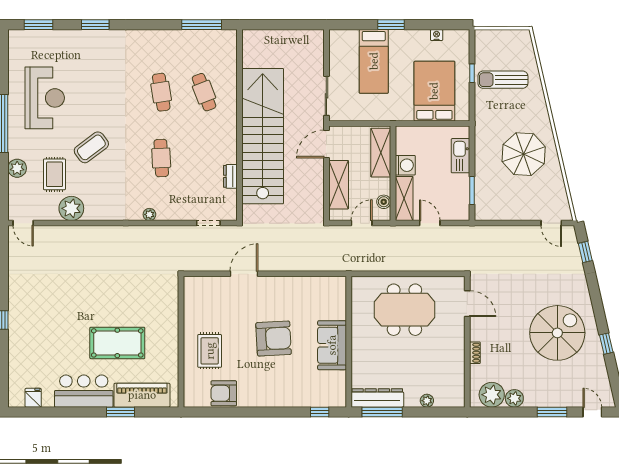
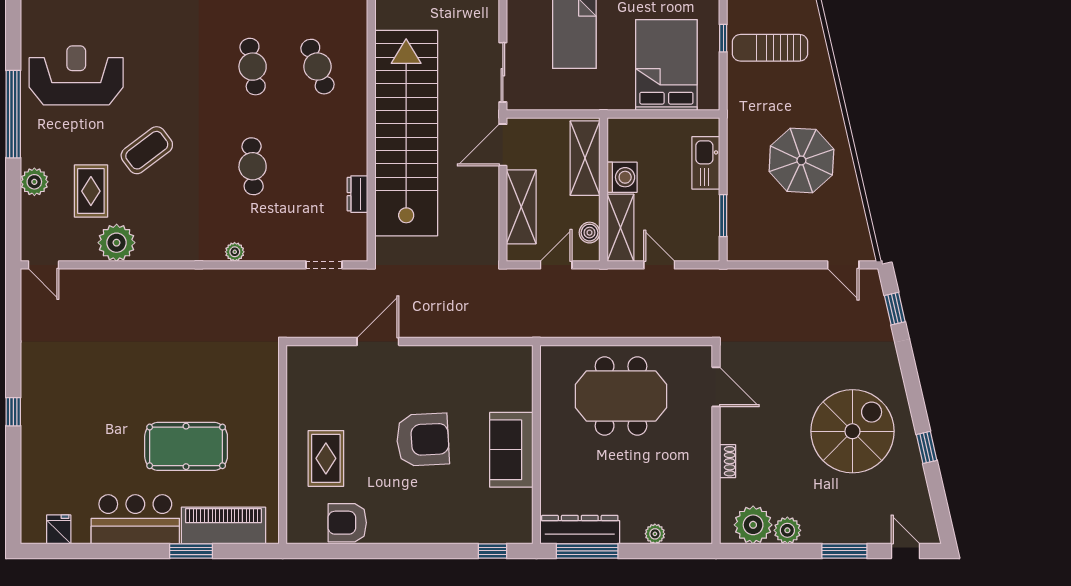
reception desk: (45, 98) -> (76, 75), turned -90

